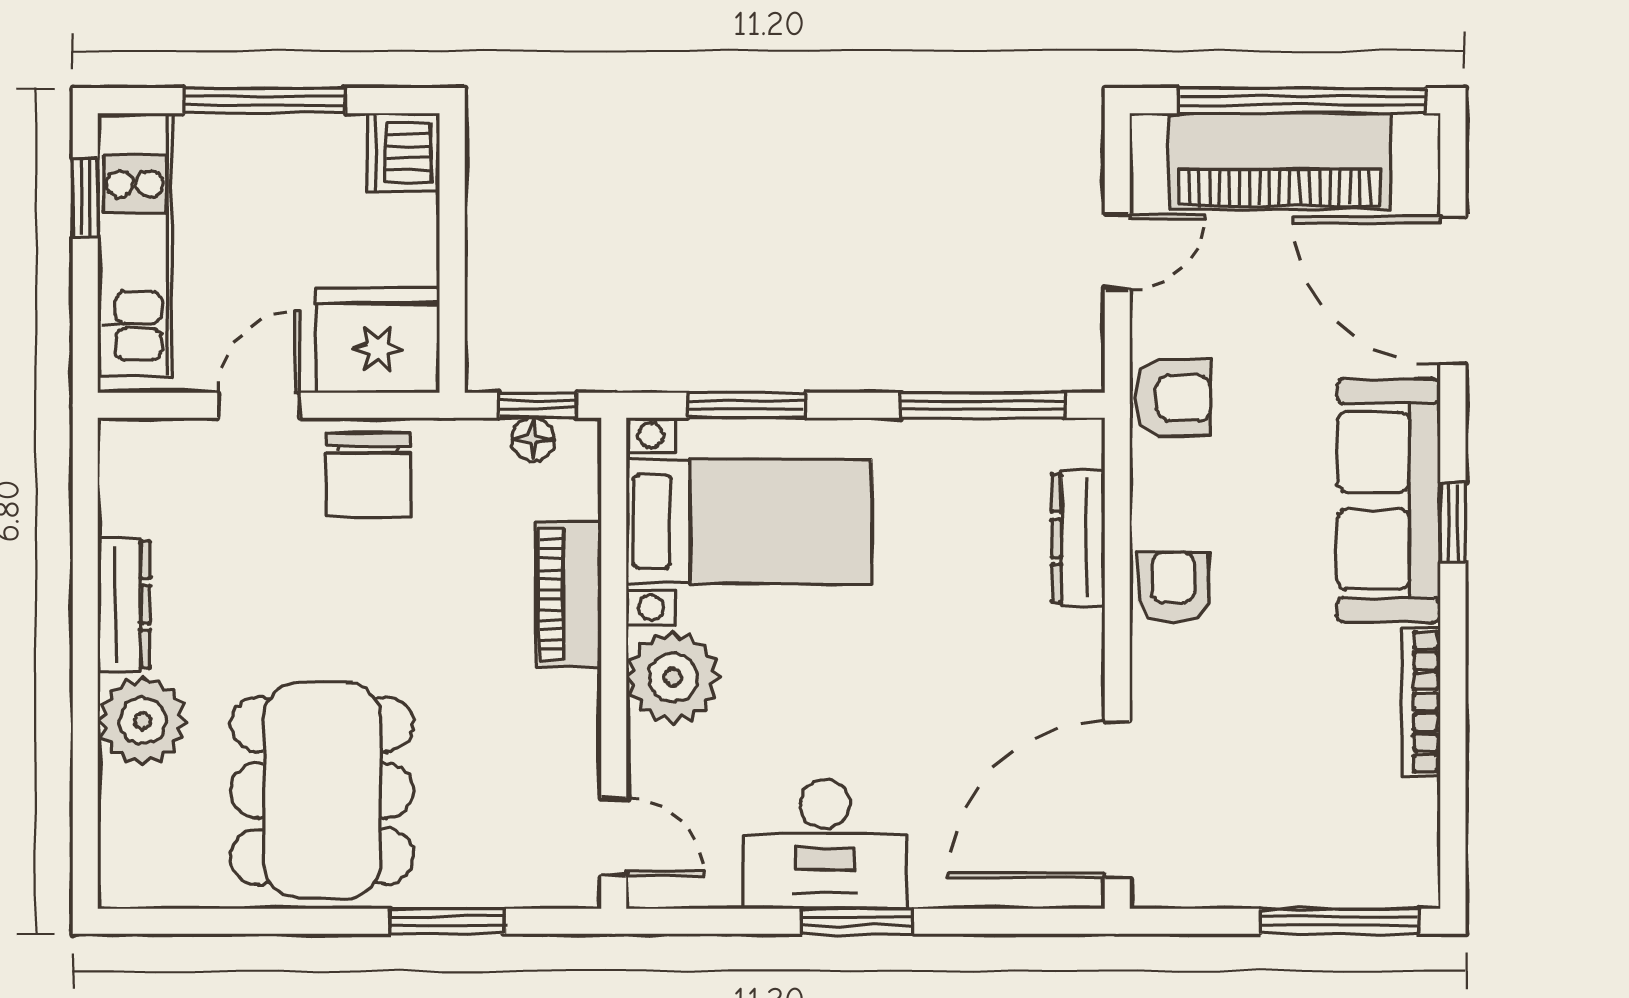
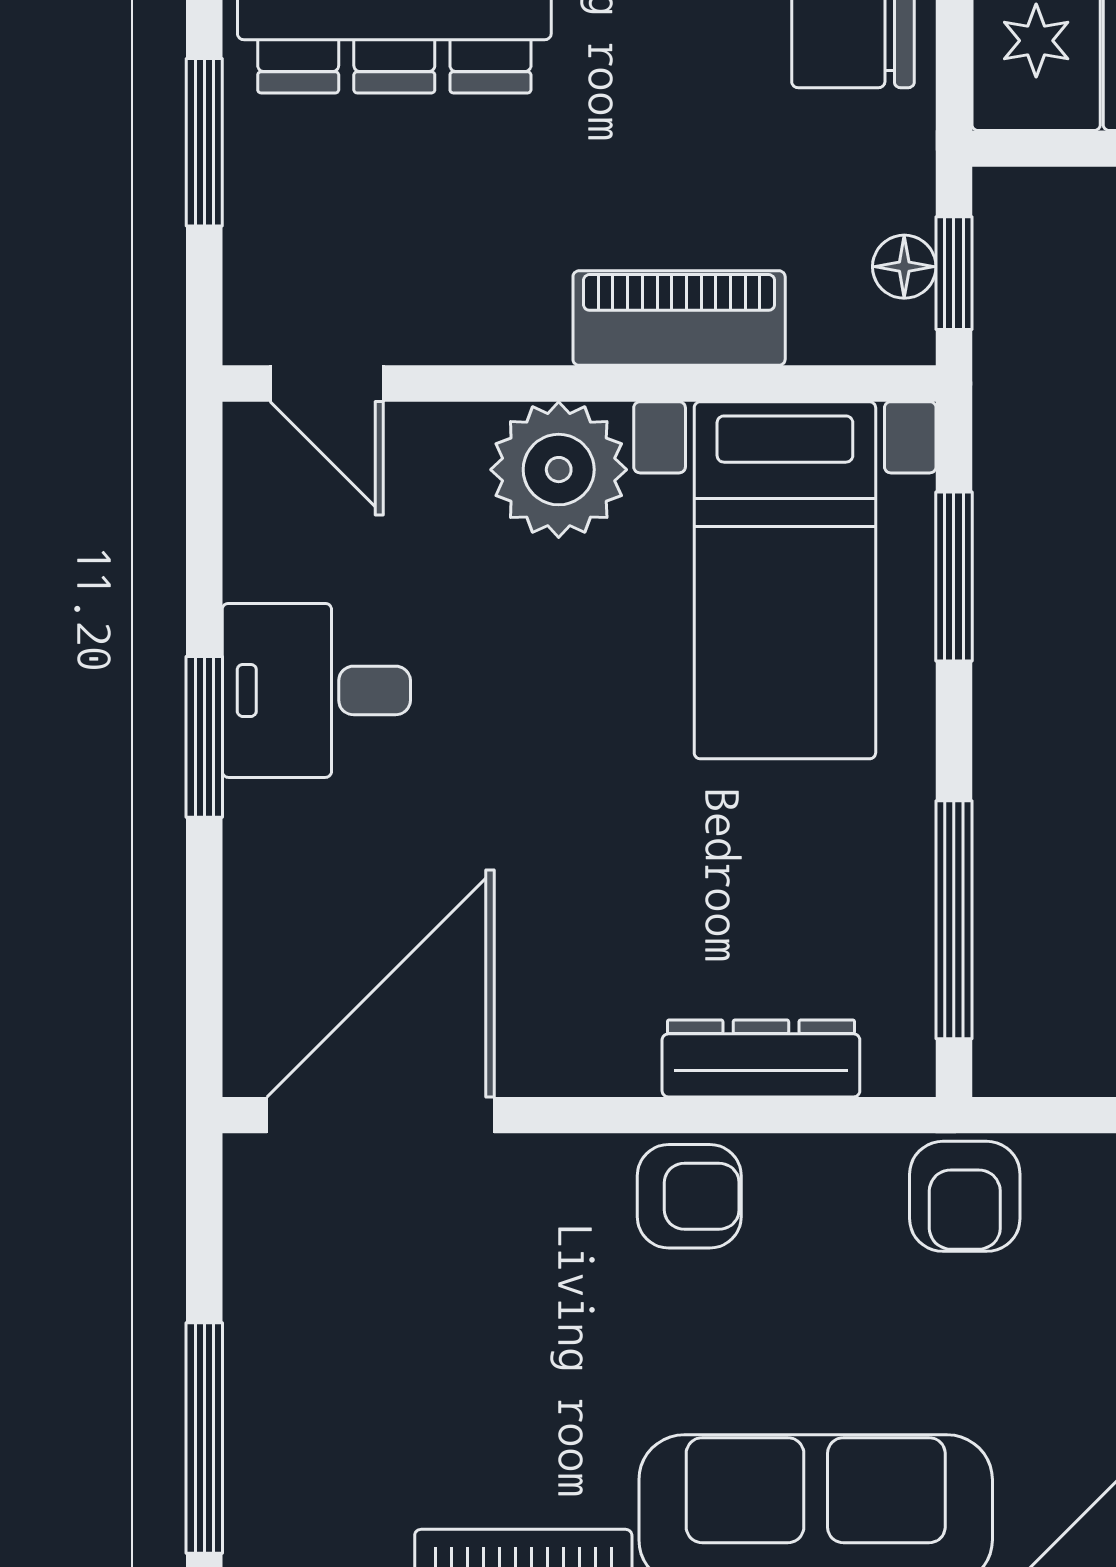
door: (1117, 800) -> (380, 1115), hinge flipped
door: (614, 837) -> (327, 383), hinge flipped
desk: (825, 844) -> (316, 690), width x0.73

